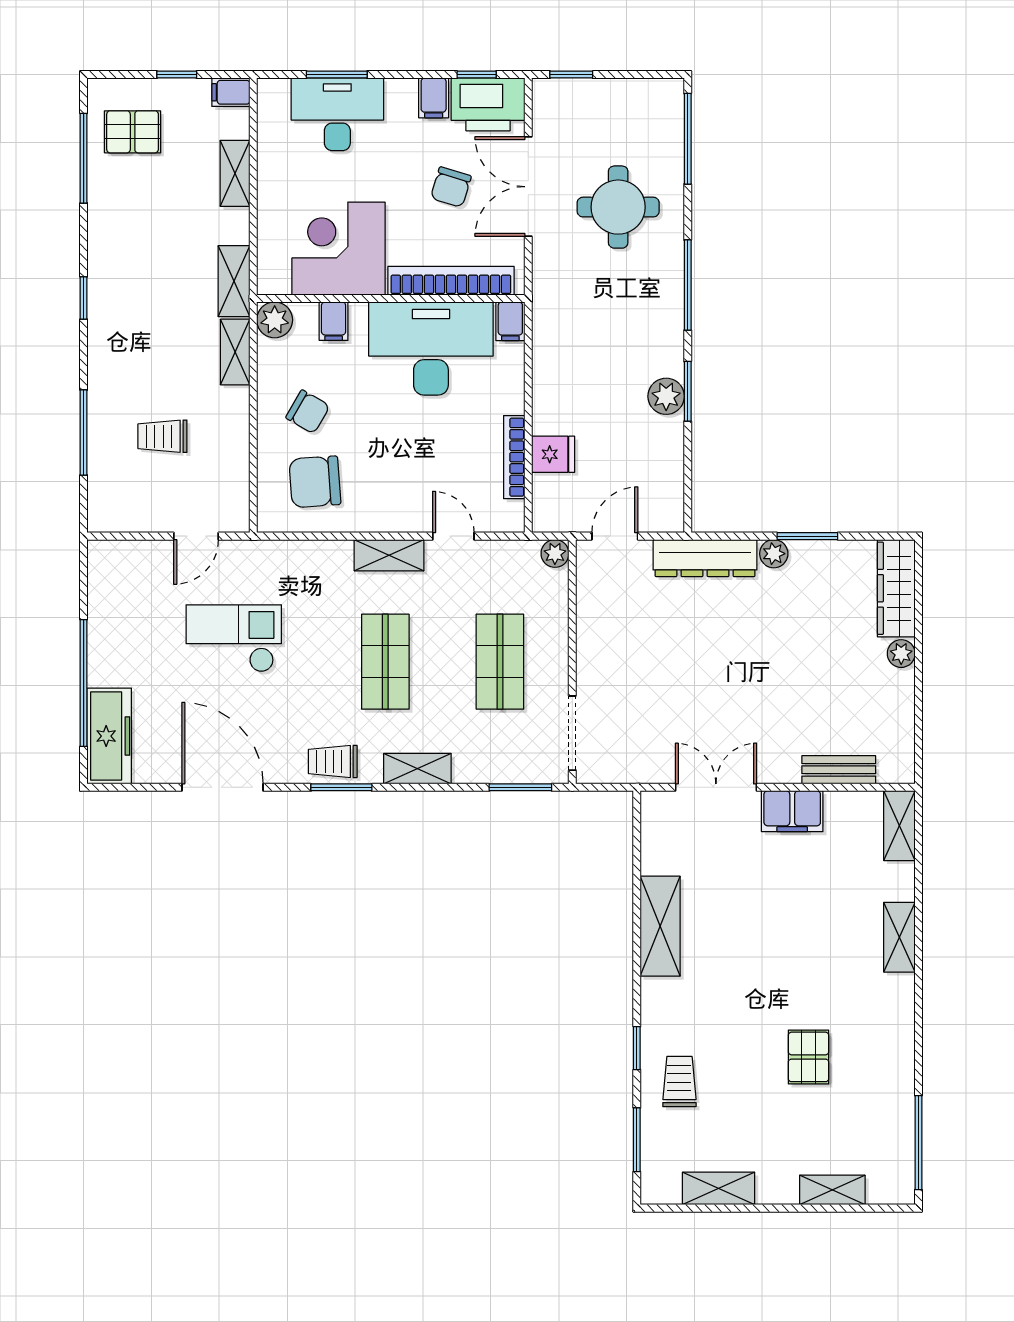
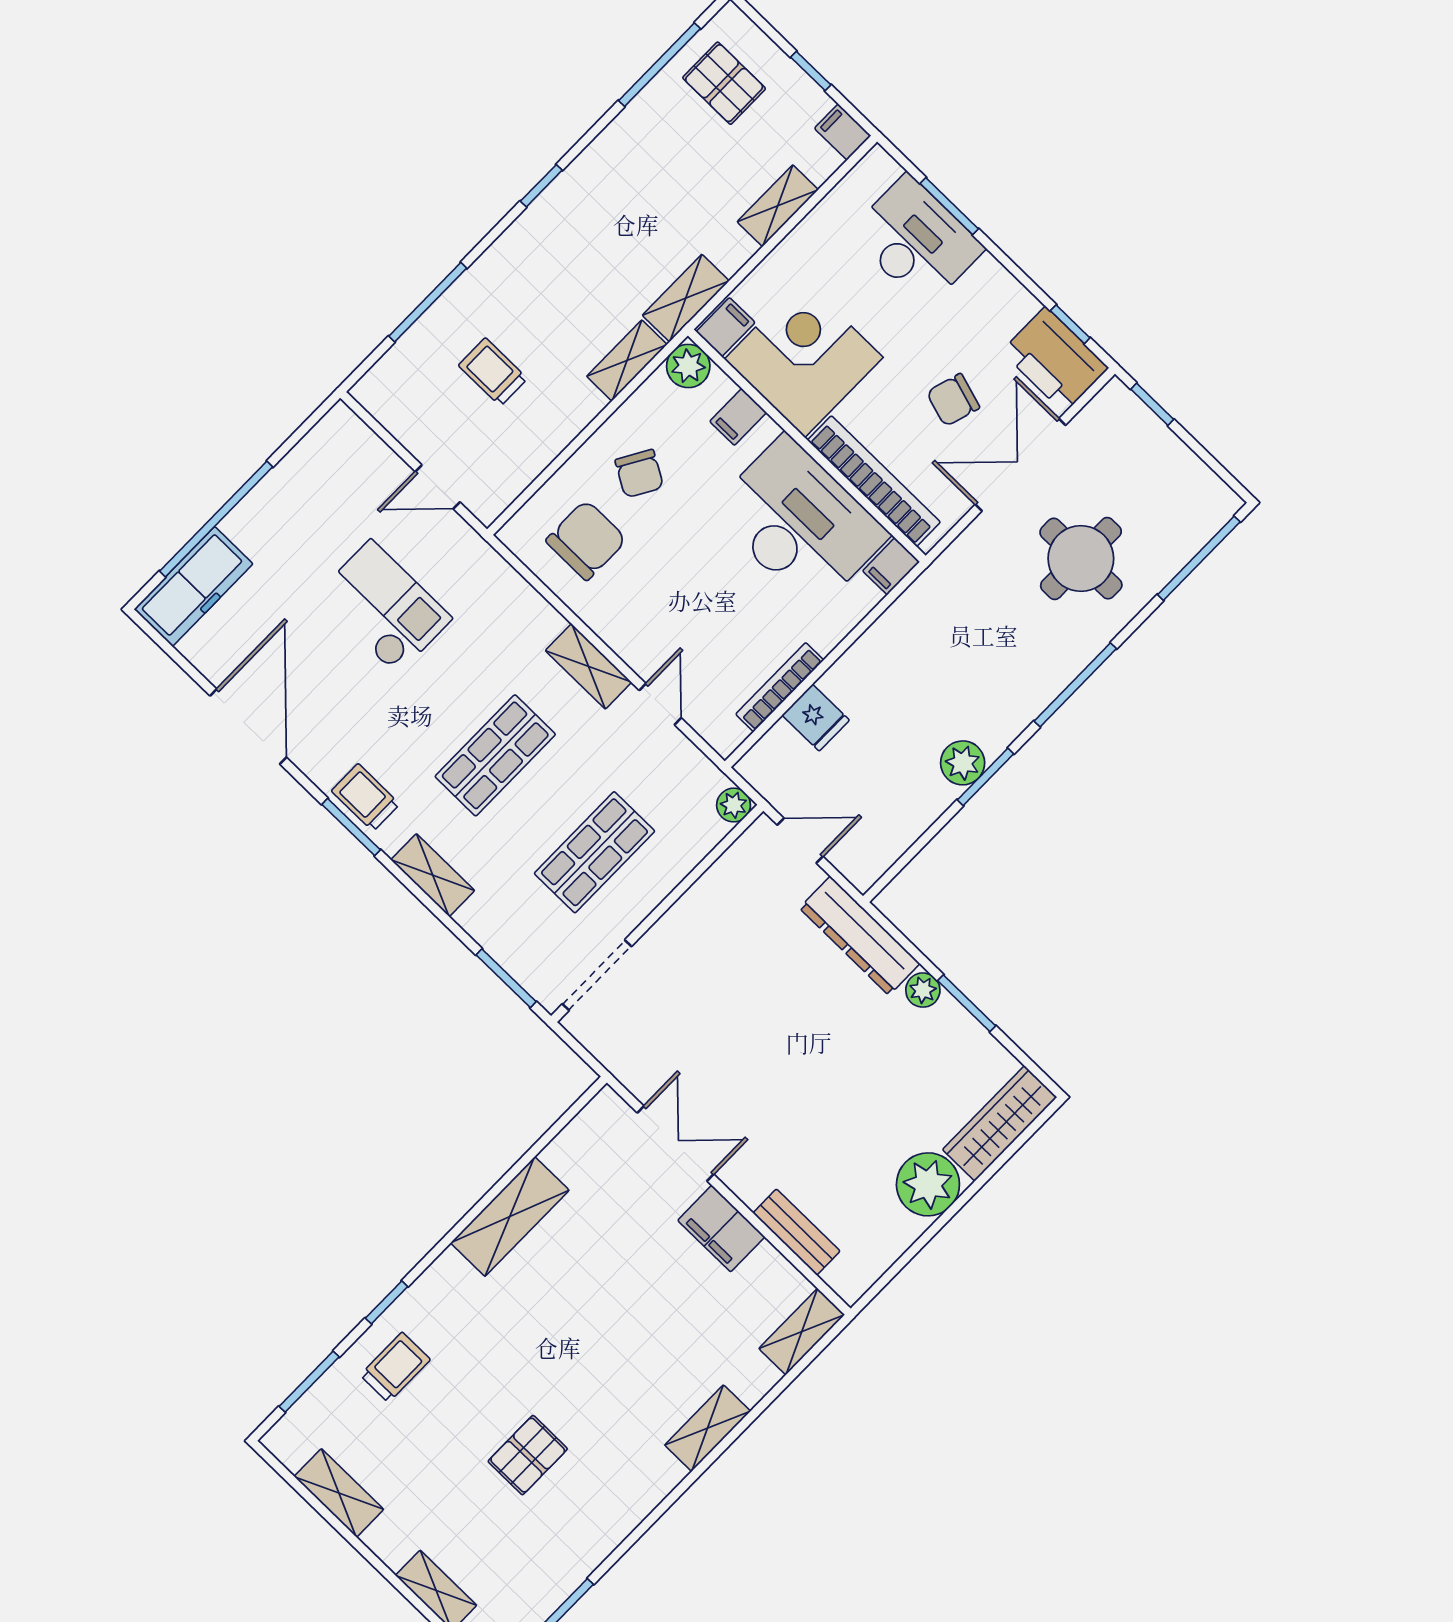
filing cabinet: (434, 98) -> (726, 327), moved, turned 180
chair: (315, 482) -> (586, 540), turned 94
plant: (901, 654) -> (928, 1184), width x1.87, depth x1.87

